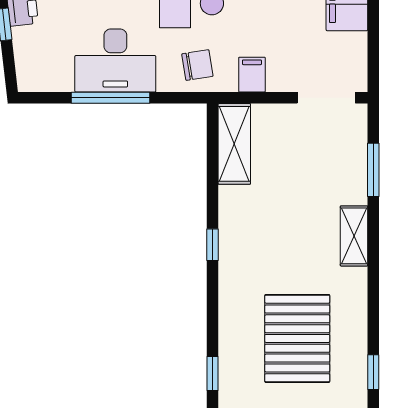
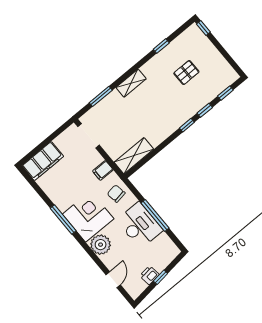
window: (212, 245) -> (187, 125), moved
window: (212, 318) -> (205, 110), added
pallet: (297, 338) -> (186, 73), width x0.49, depth x0.50
window: (373, 372) -> (161, 46), moved

